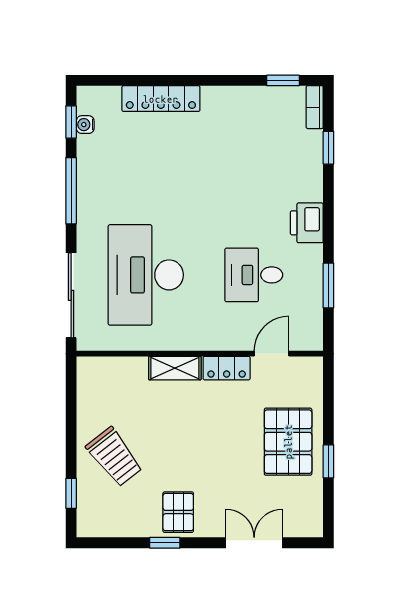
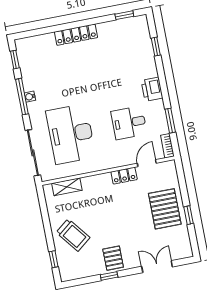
locker: (161, 99) -> (76, 35), moved
bookcase: (315, 107) -> (167, 146), moved
water cooler: (85, 125) -> (30, 97), moved
shelving: (175, 368) -> (67, 187), moved

